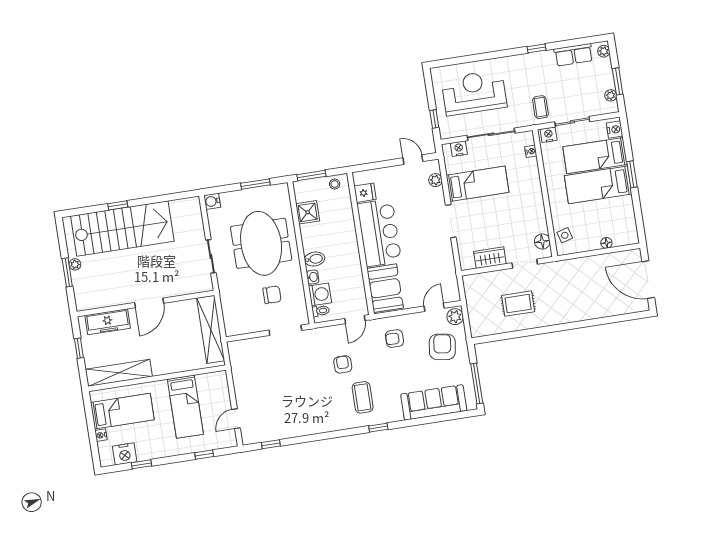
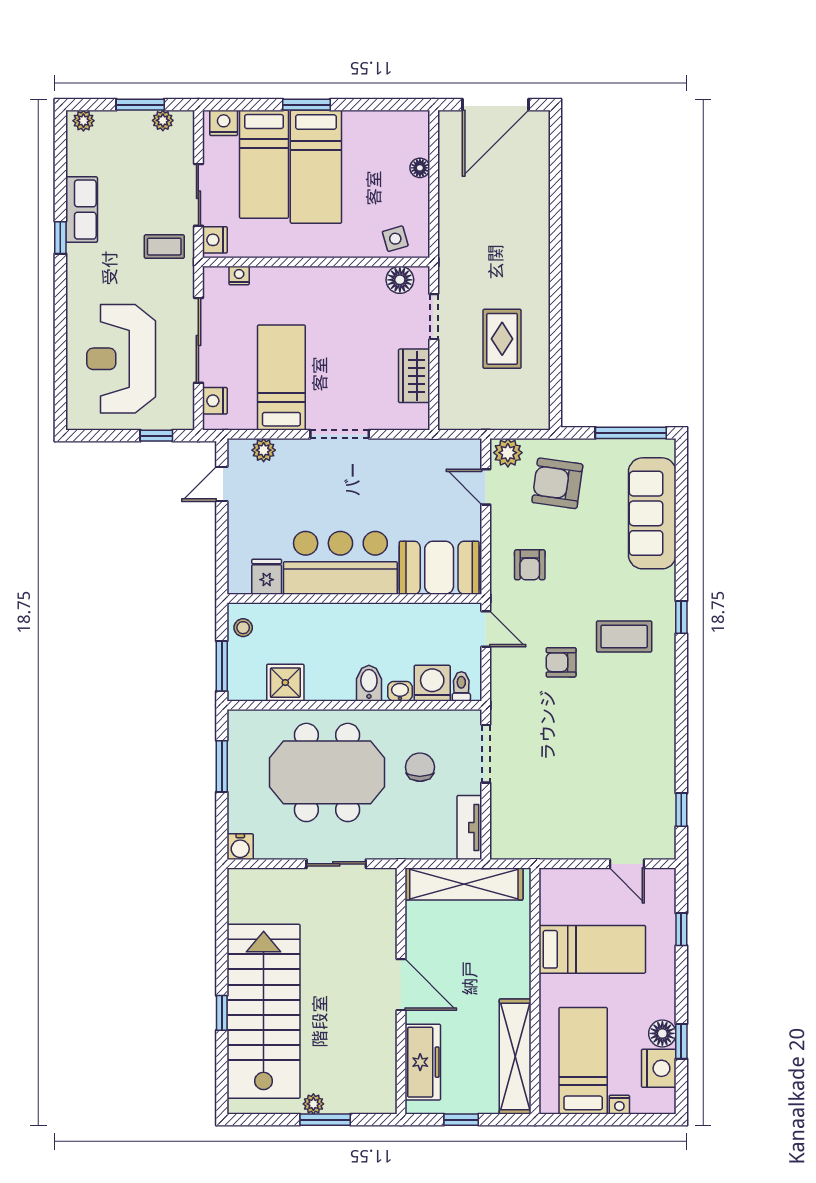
row of seats: (573, 55) -> (82, 210), moved
tv unit: (243, 328) -> (469, 828), added
floor lamp: (144, 453) -> (662, 1033), added

